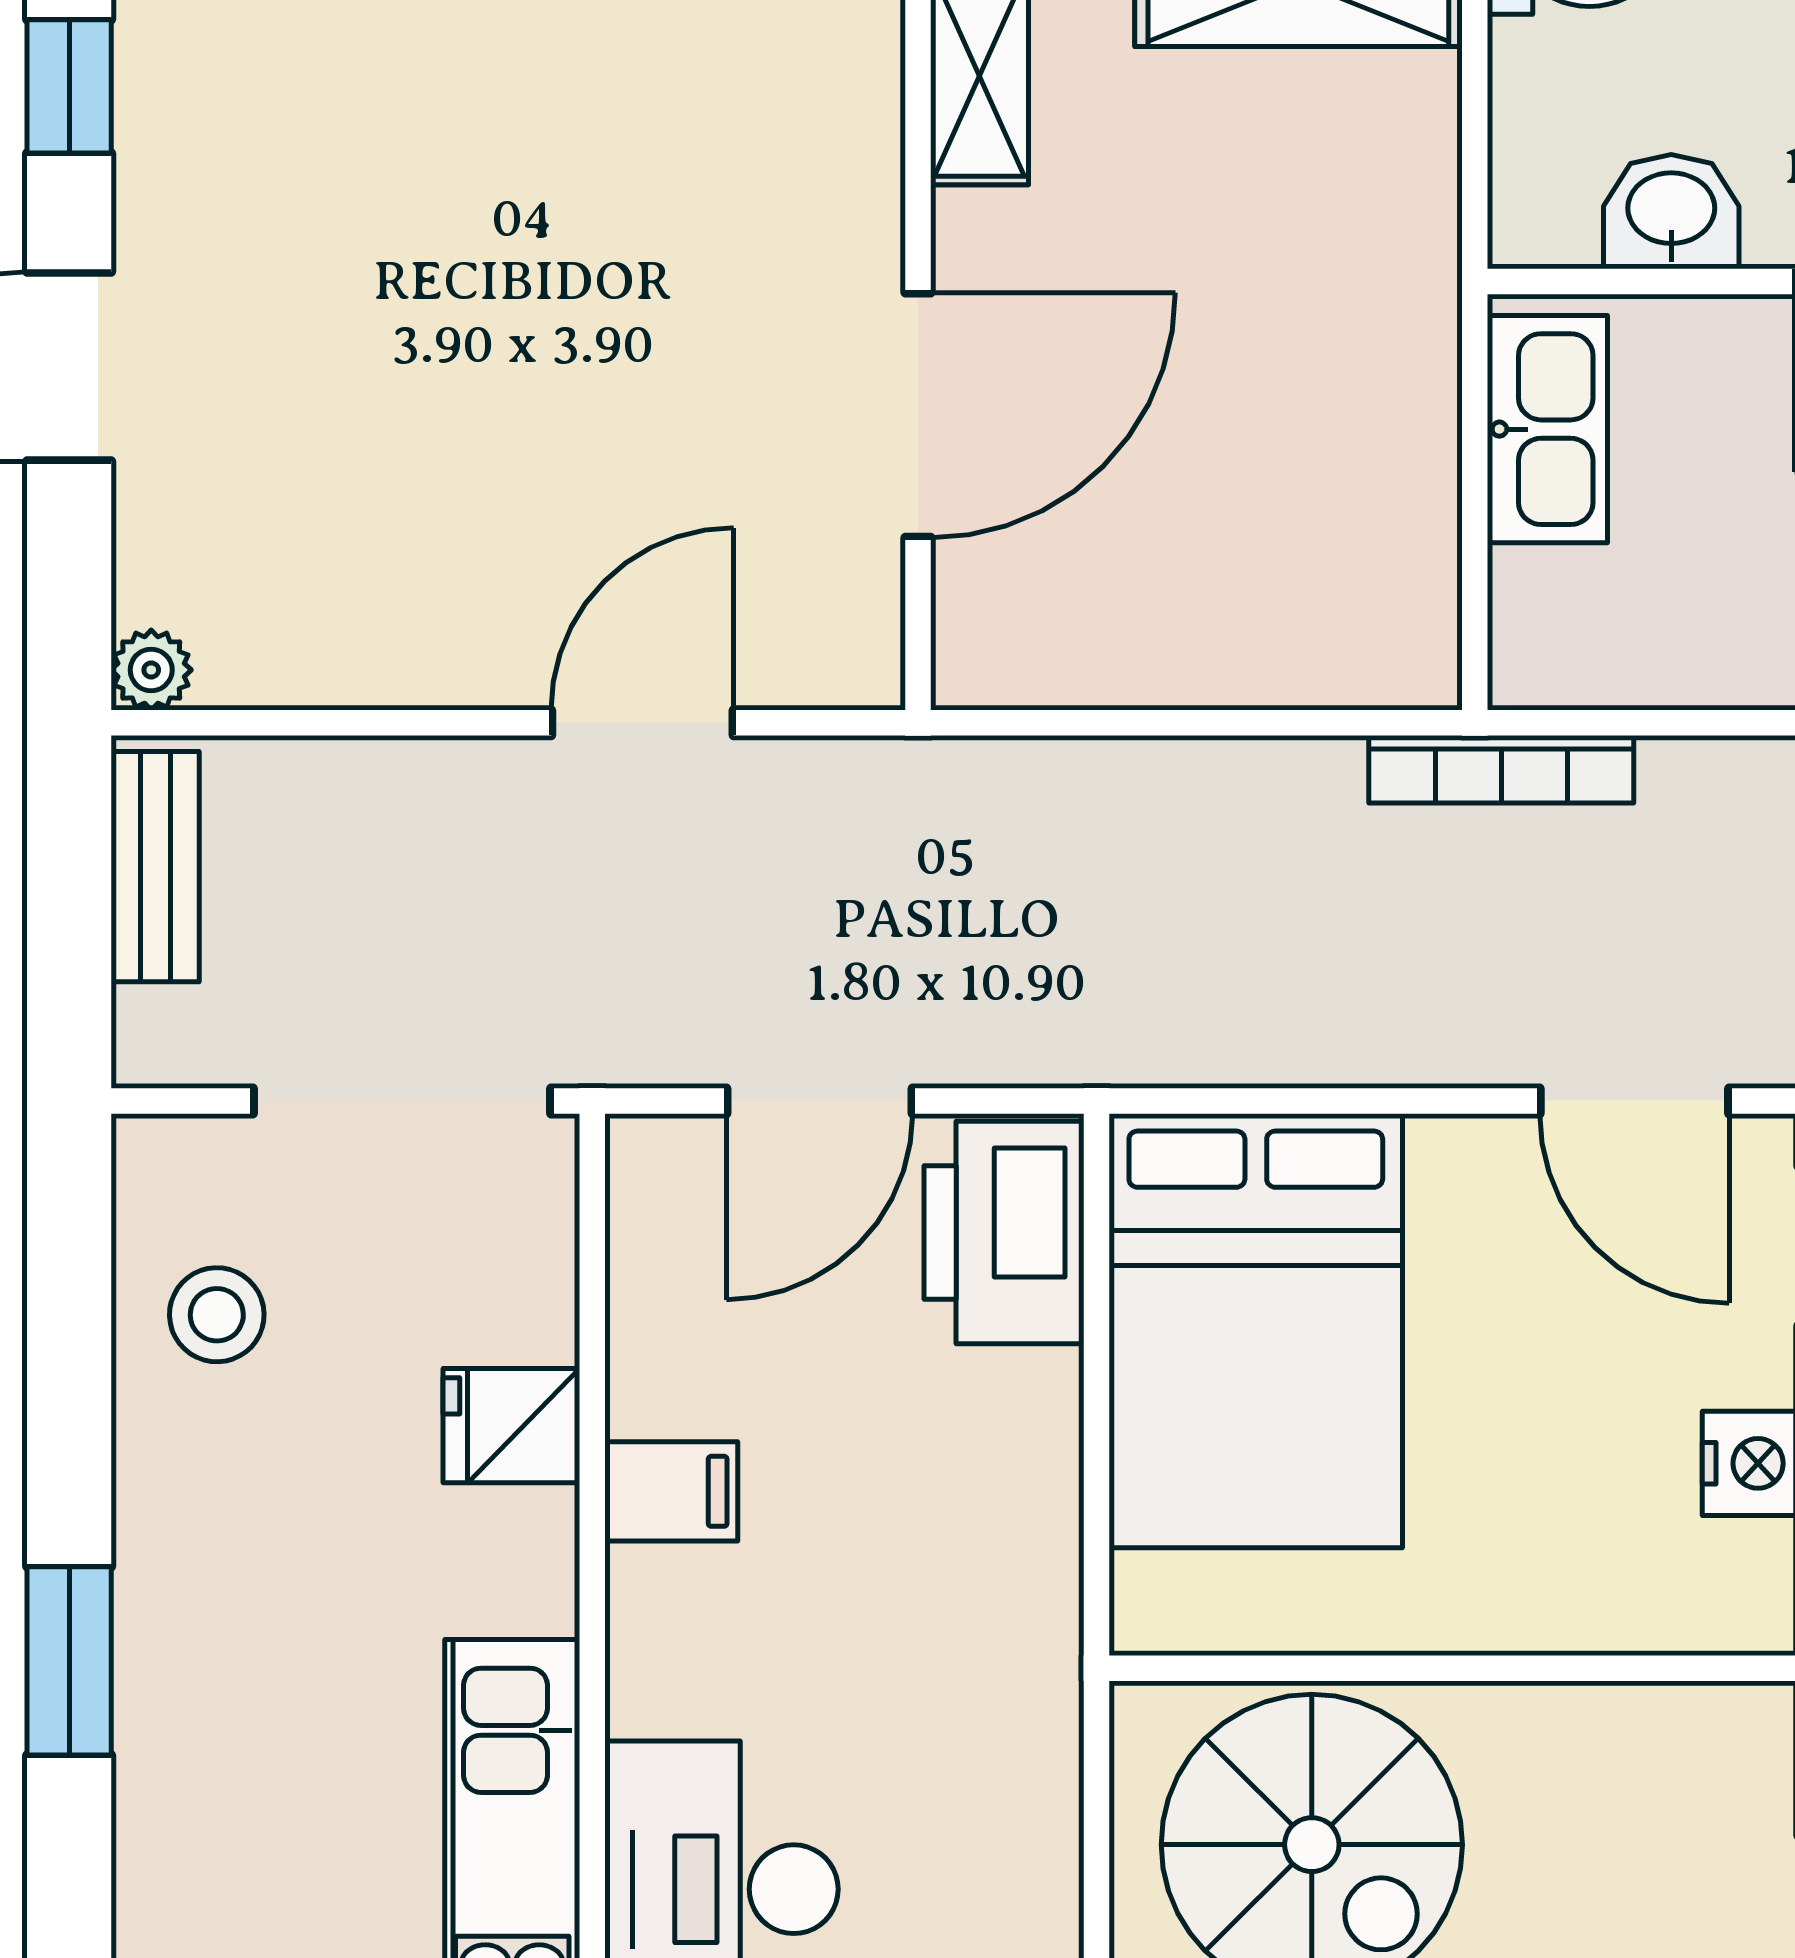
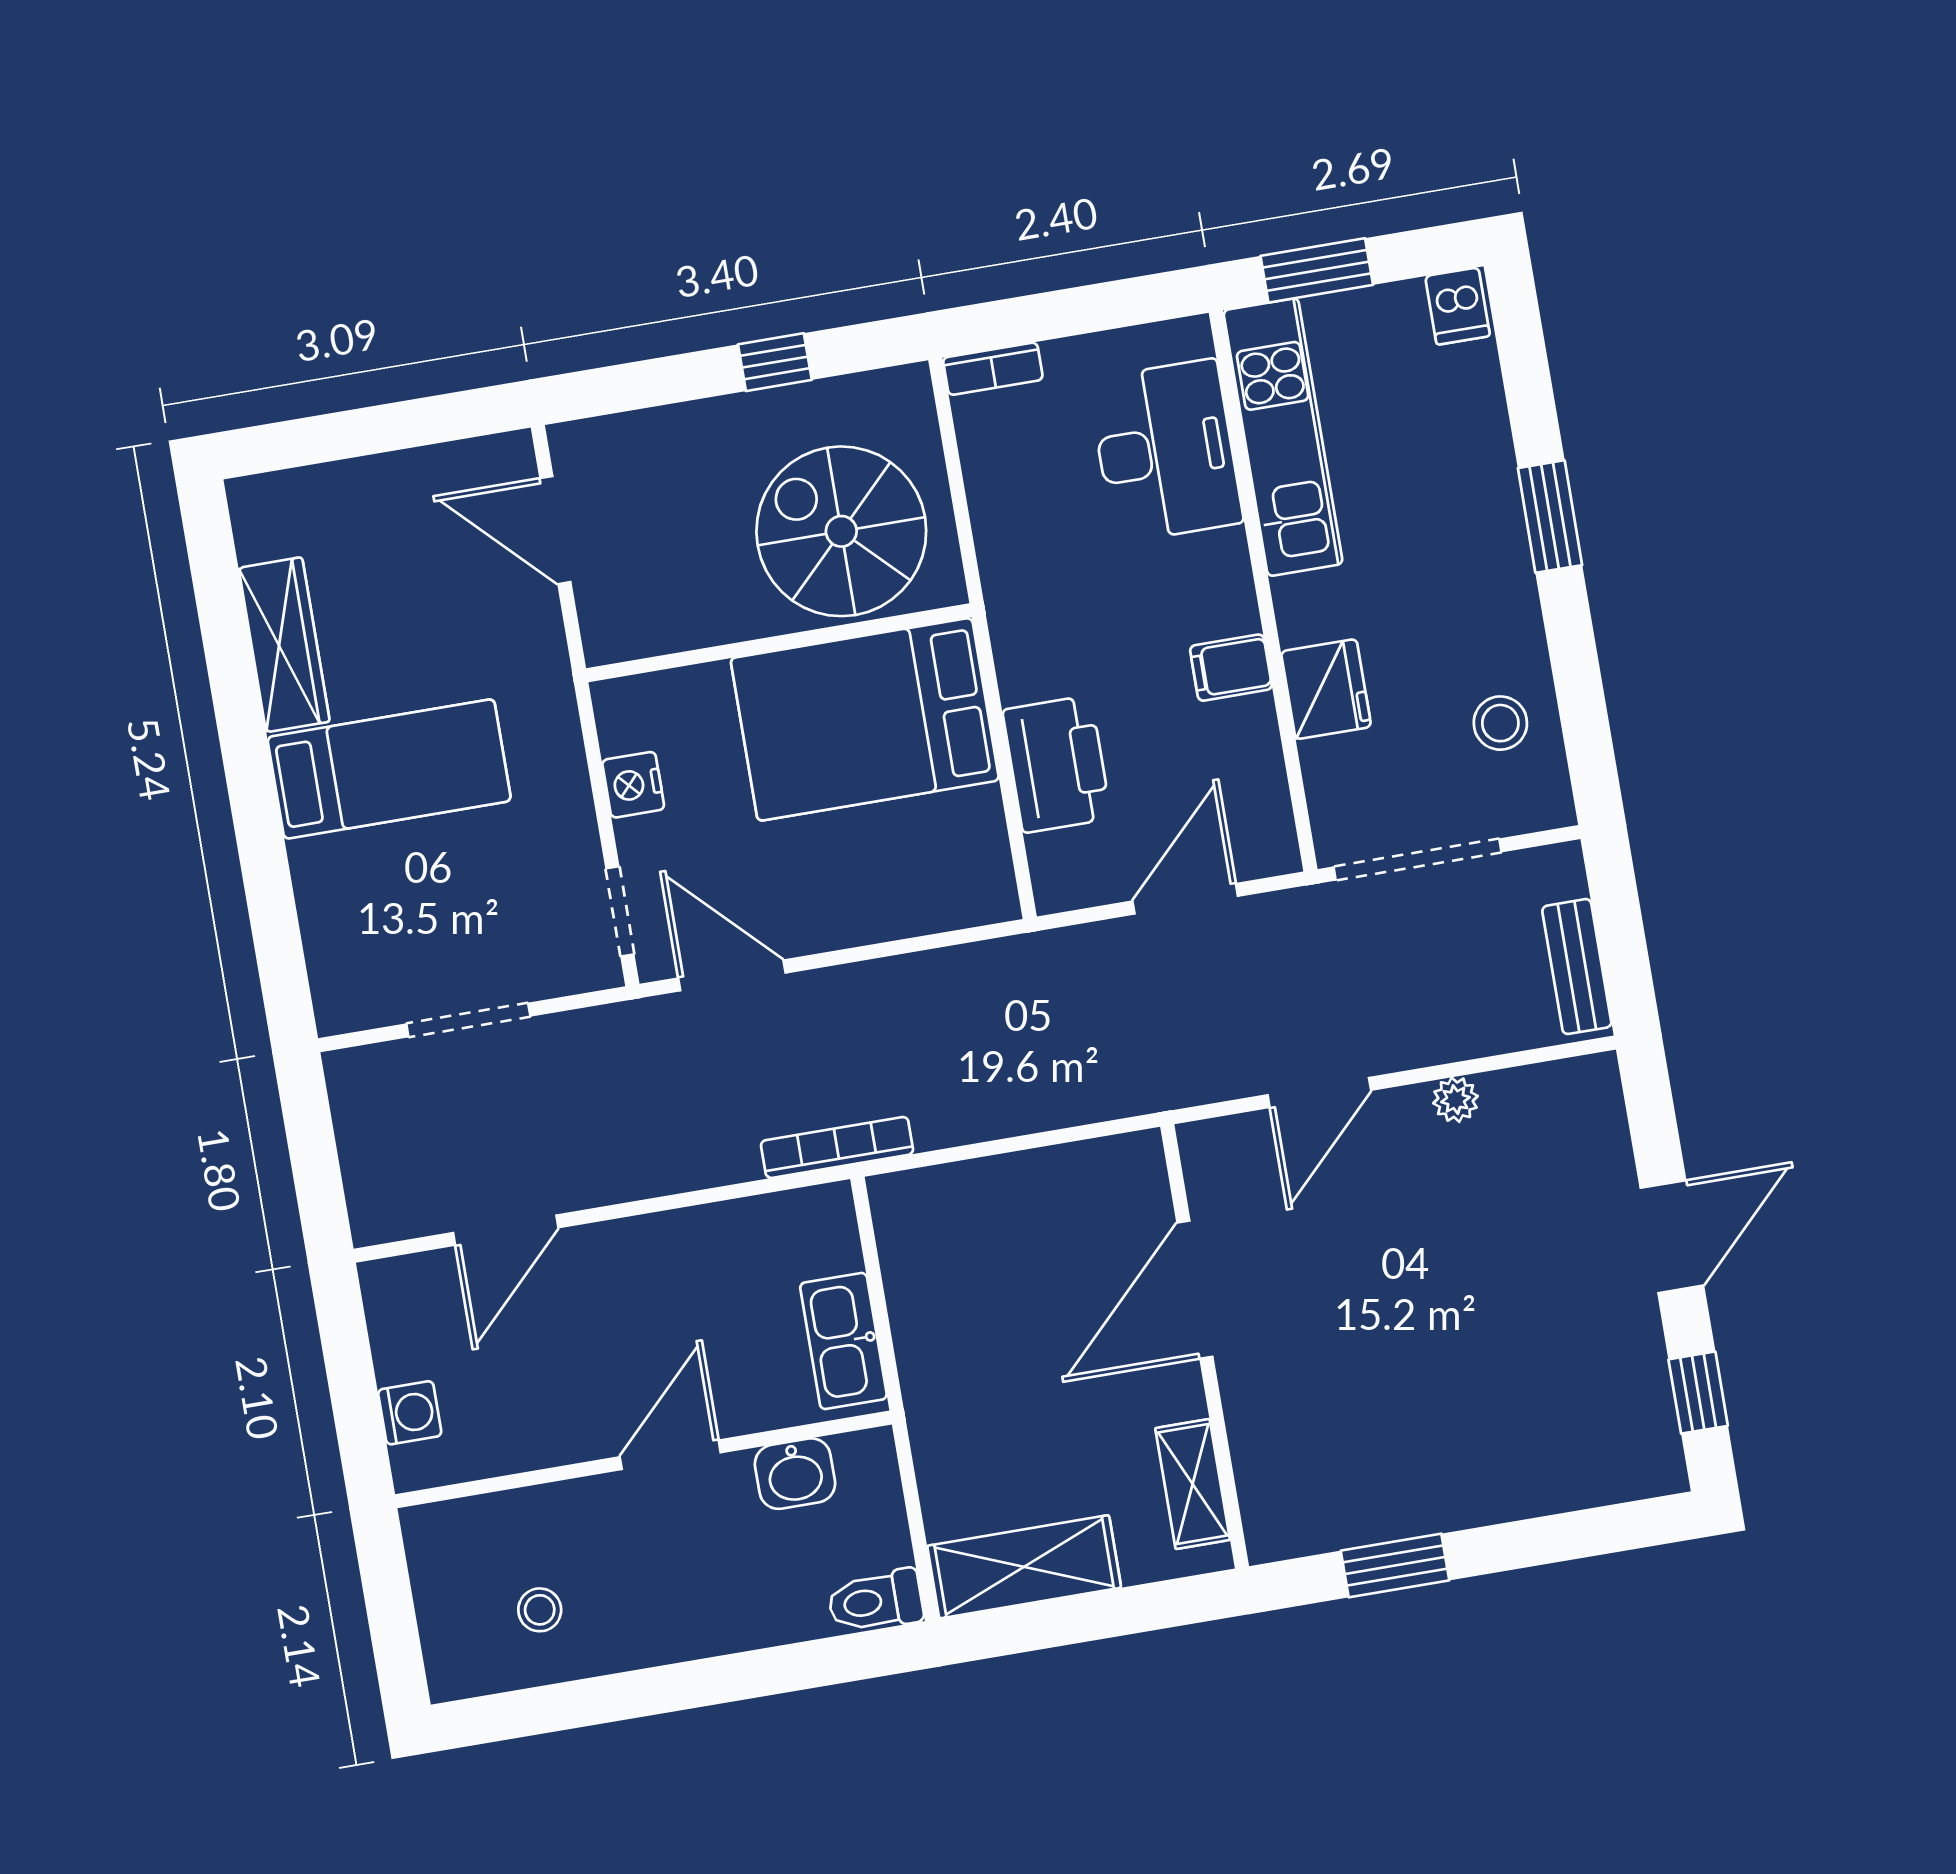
plant: (151, 670) -> (1456, 1100), moved
printer: (1004, 1233) -> (1057, 764), moved
bed: (1256, 1331) -> (865, 719), moved, turned -90
fridge: (511, 1426) -> (1326, 689), width x1.38

